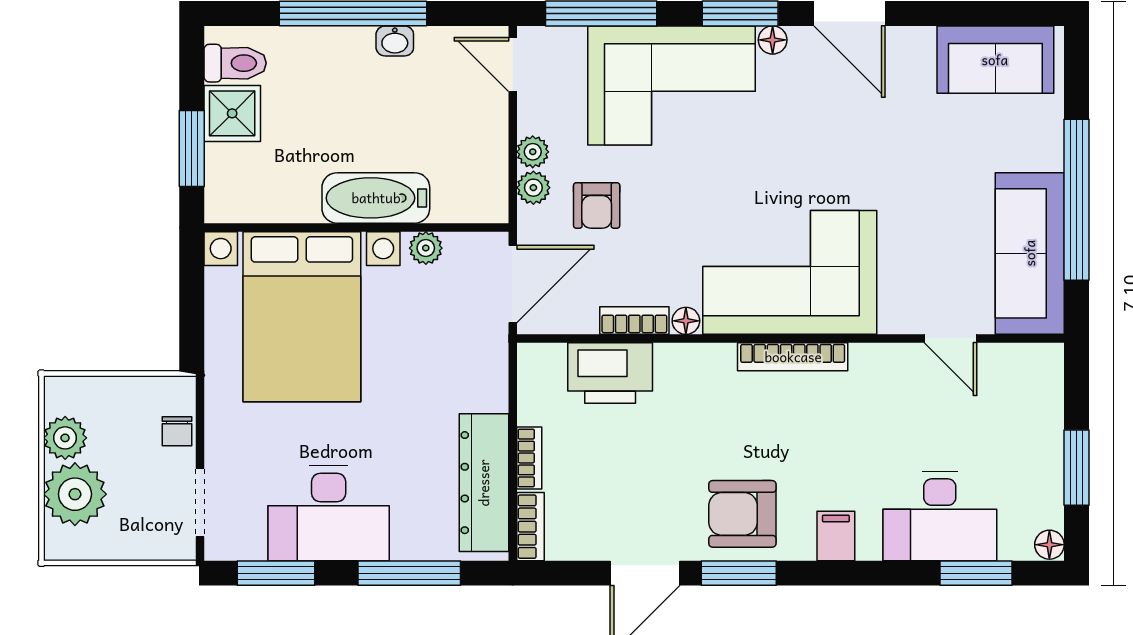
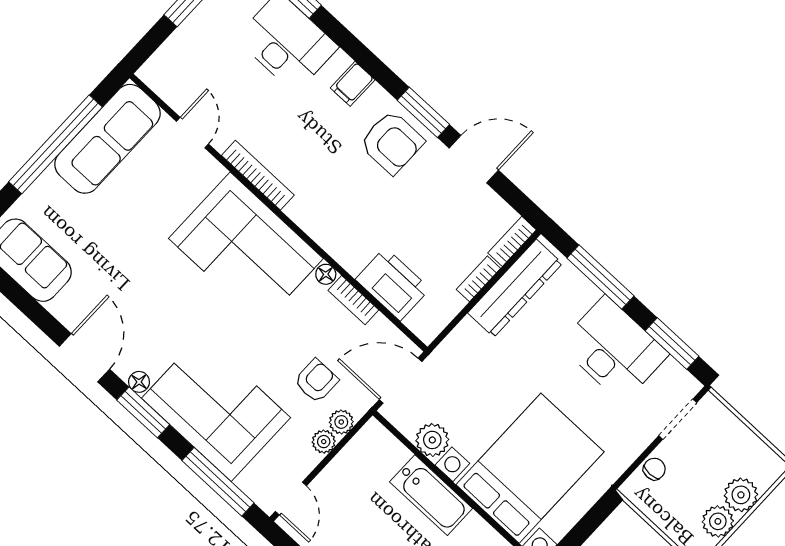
plant: (426, 248) -> (432, 440), width x1.38, depth x1.38
bookcase: (793, 357) -> (258, 175), moved
plant: (75, 494) -> (741, 495), width x0.73, depth x0.73

